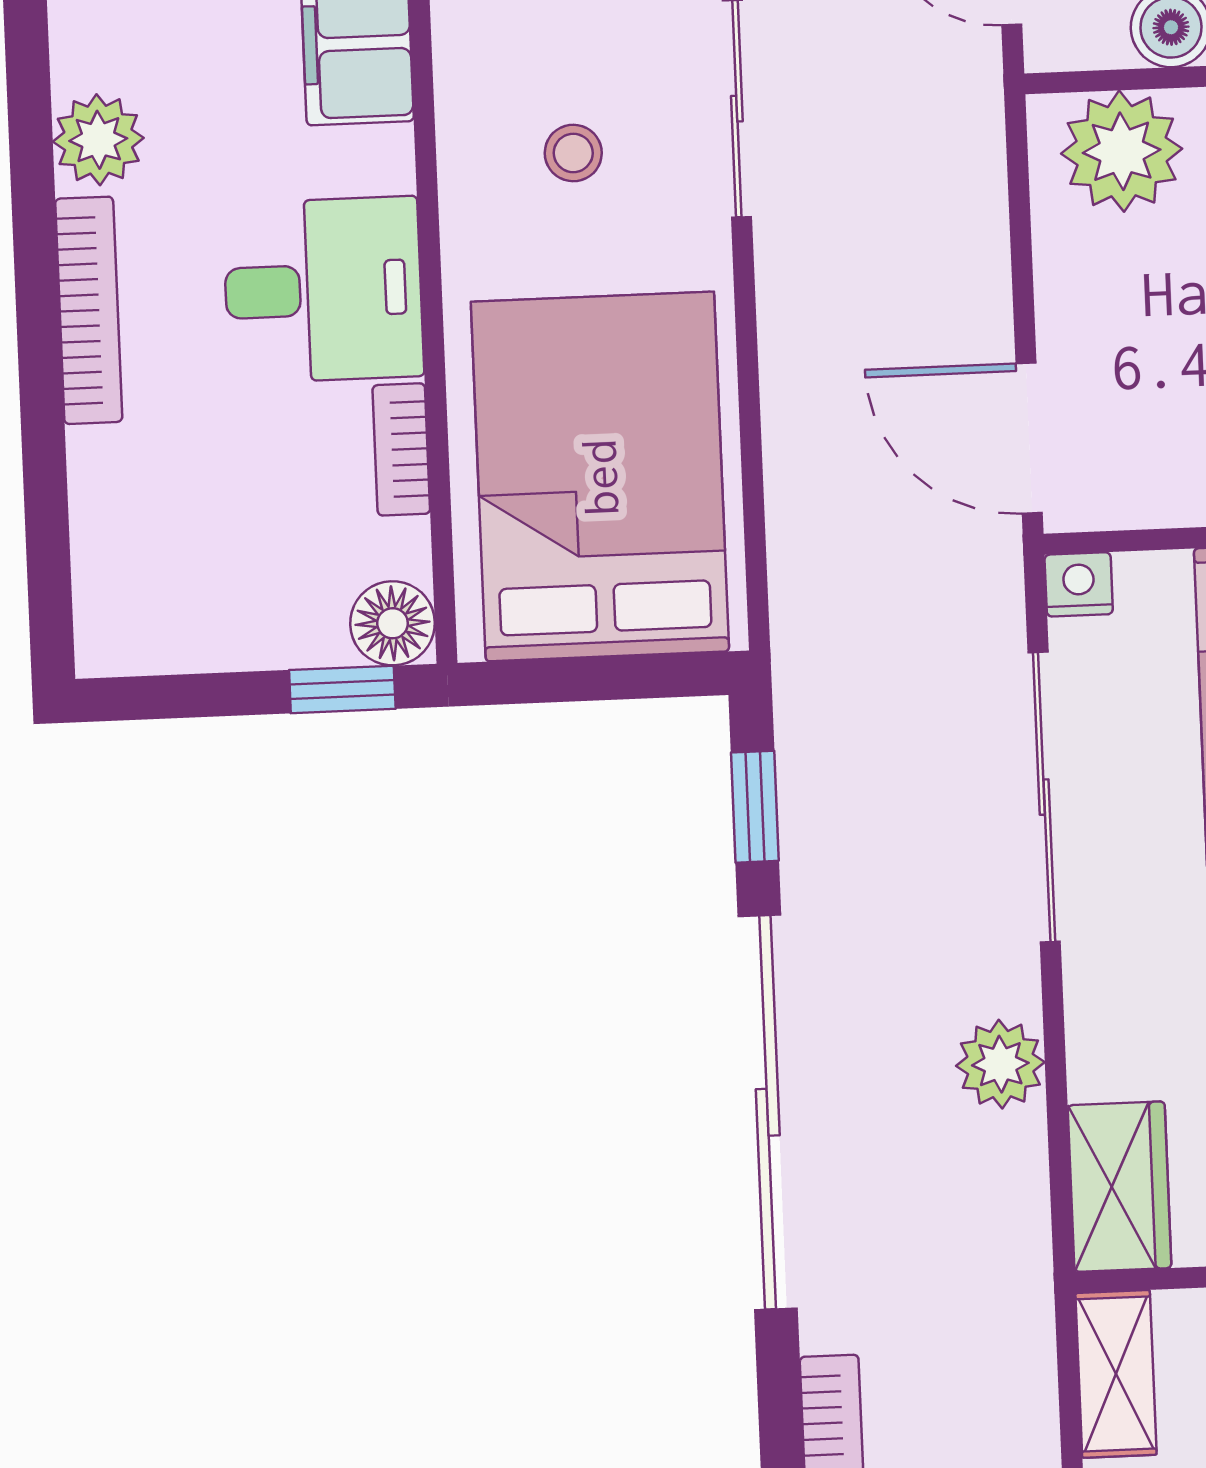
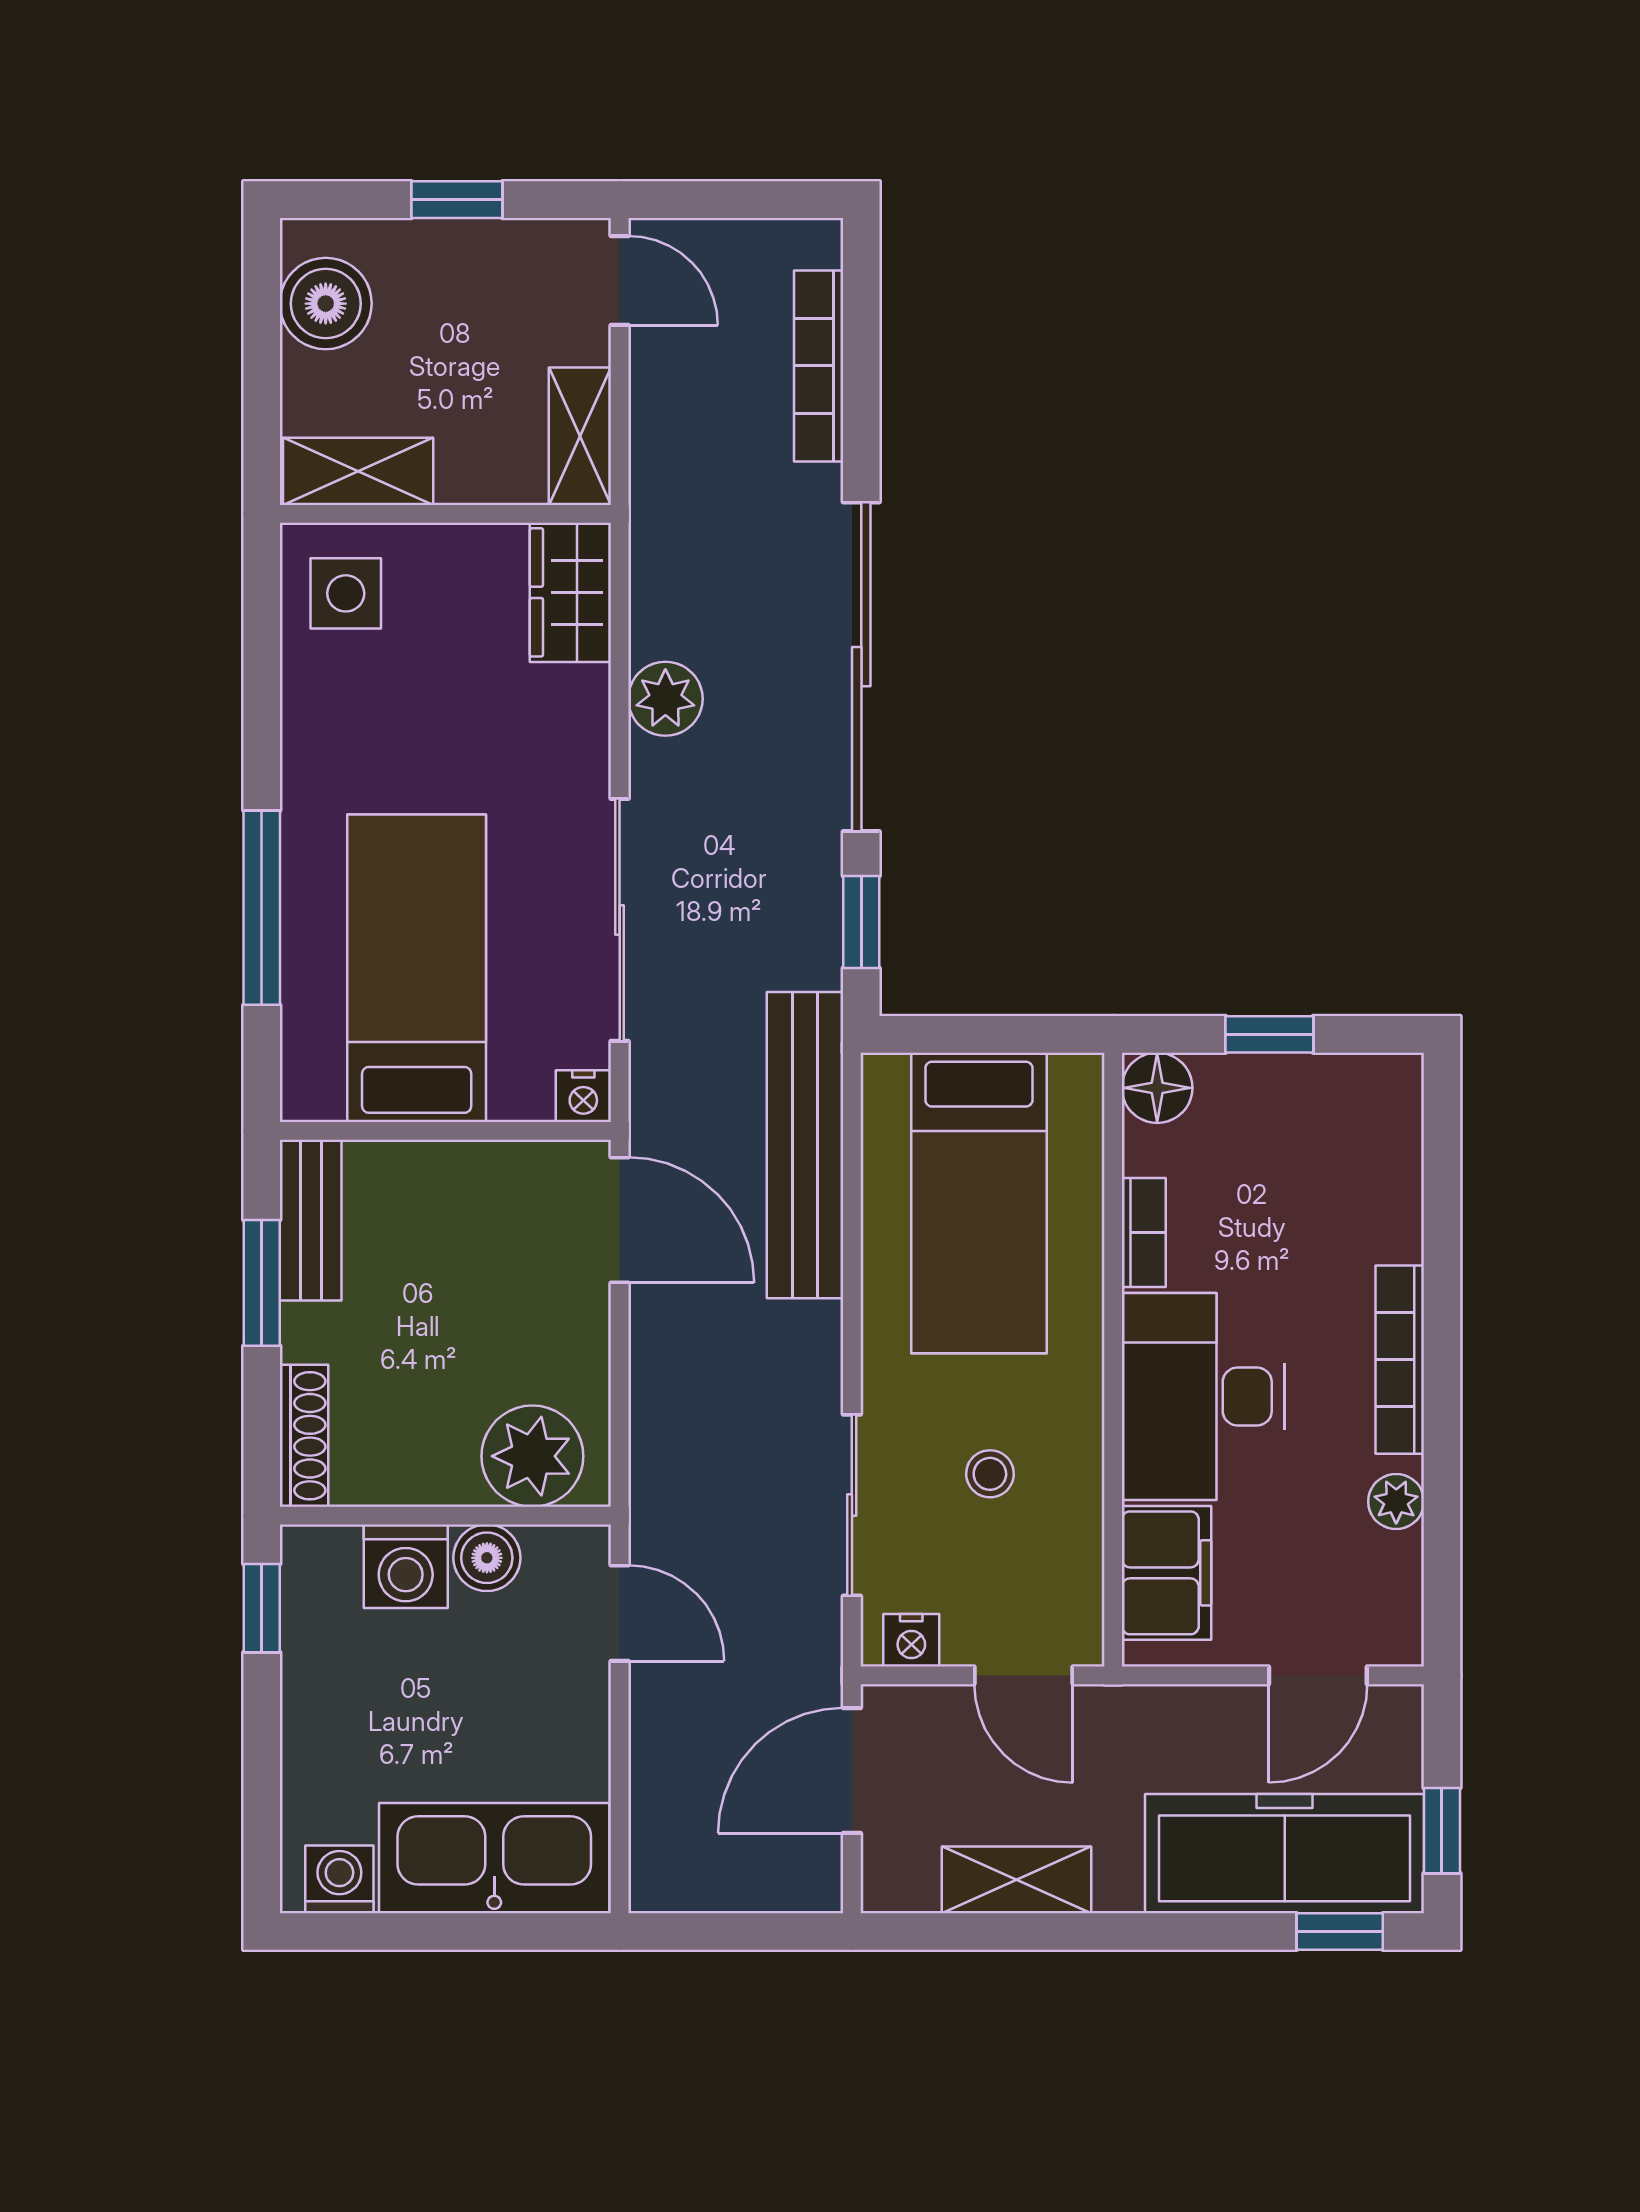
plant: (98, 140) -> (1396, 1502), width x0.73, depth x0.73
desk: (323, 290) -> (1203, 1397), width x1.37
bed: (600, 477) -> (979, 1203), width x0.67
bench: (811, 537) -> (805, 1145), added
window: (342, 689) -> (1269, 1034), moved

